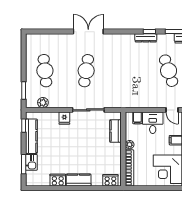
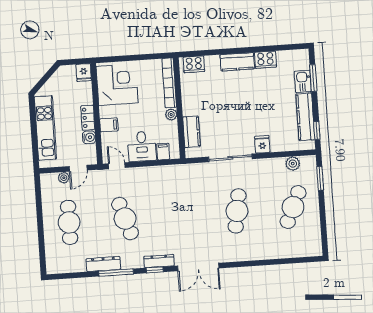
double door: (88, 32) -> (198, 267), moved
cafe table: (45, 71) -> (293, 207), turned 30

